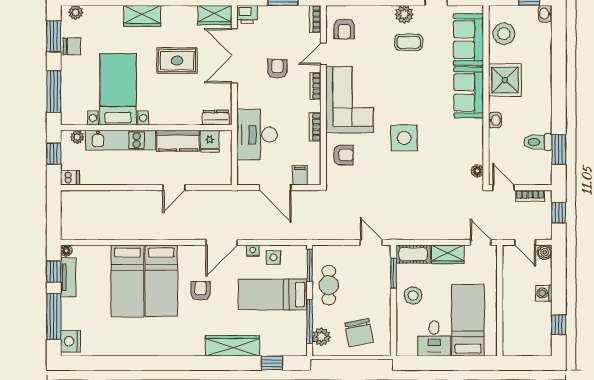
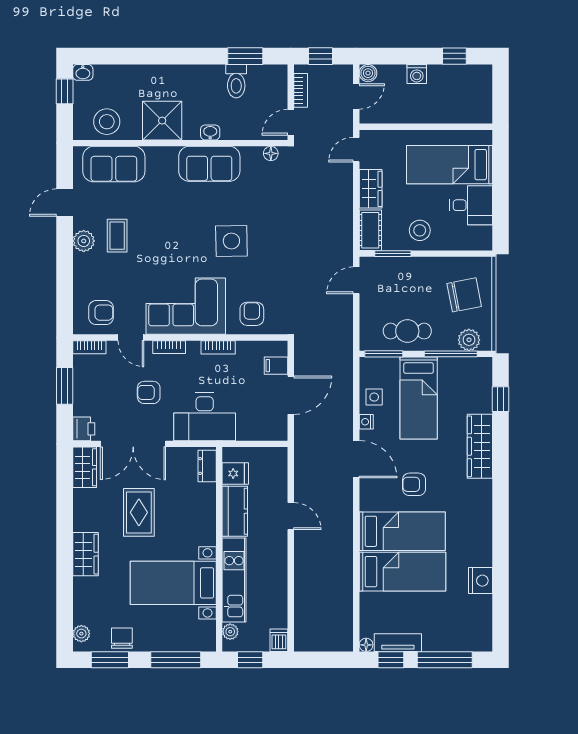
sofa: (469, 92) -> (209, 164), moved
desk: (257, 135) -> (205, 417), moved
nightstand: (70, 341) -> (480, 581), moved, turned -90

